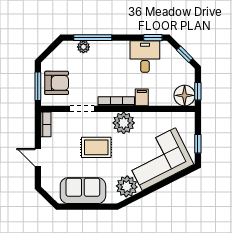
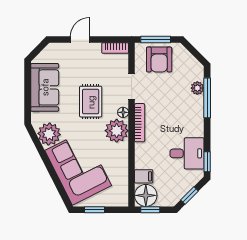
filing cabinet: (142, 97) -> (144, 176), moved
floor lamp: (106, 117) -> (123, 112), added

